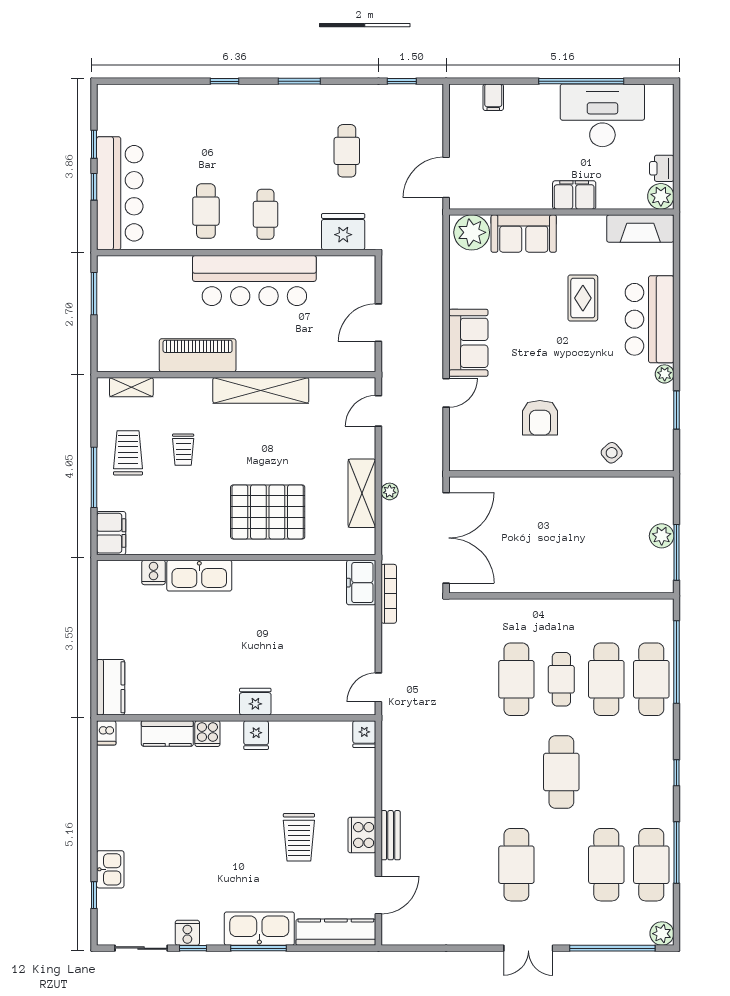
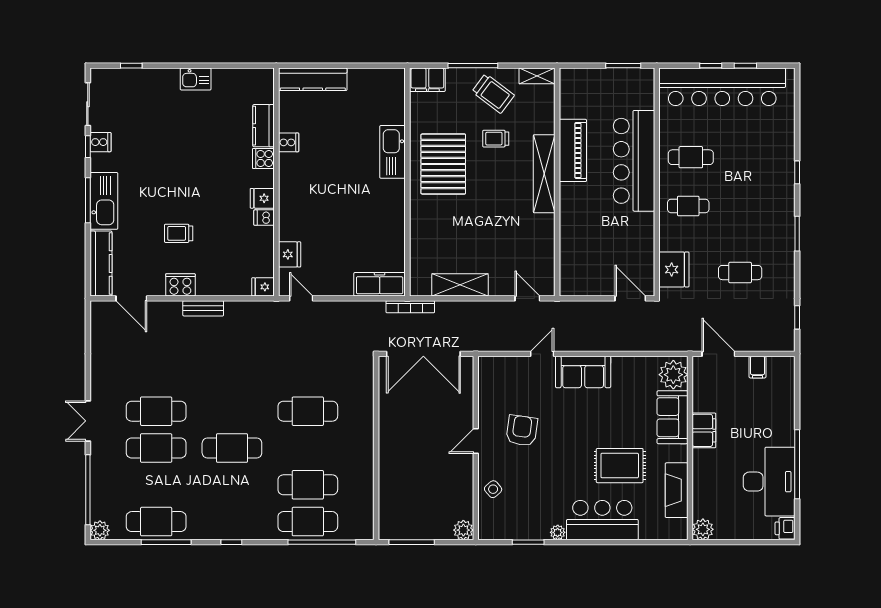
filing cabinet: (493, 97) -> (757, 367), moved, turned -90
printer: (662, 168) -> (785, 528), moved, turned -90
bar counter: (120, 193) -> (722, 87), width x1.36
filing cabinet: (574, 195) -> (704, 430), moved
fireplace: (640, 229) -> (677, 490), moved
bar counter: (254, 281) -> (634, 161), moved
rug: (583, 298) -> (620, 466), width x1.36, depth x1.43
door: (378, 323) -> (630, 298), moved
shelving: (131, 387) -> (537, 76), moved, turned 90
shelving: (261, 390) -> (544, 174), moved
door: (446, 393) -> (542, 354), swing flipped
armchair: (540, 418) -> (522, 431), turned 98
trolley: (128, 453) -> (493, 93), turned 37
door: (553, 474) -> (476, 441), added
plant: (390, 491) -> (461, 308), removed
pallet: (268, 512) -> (443, 164), moved
plant: (662, 536) -> (463, 530), moved
cooker: (154, 572) -> (289, 142), moved, turned 180
freezer: (361, 583) -> (380, 284), width x1.40
bookcase: (389, 594) -> (410, 307), moved
cafe table: (561, 679) -> (308, 448), removed
kitchen counter: (111, 687) -> (313, 79), width x1.50
fridge: (255, 702) -> (290, 254), moved
dishwasher: (106, 733) -> (264, 218), moved
bench: (391, 835) -> (203, 308), moved
trolley: (299, 837) -> (179, 233), width x0.73, depth x0.72
cafe table: (606, 865) -> (156, 448), moved
kitchen sink: (110, 869) -> (196, 79), moved

